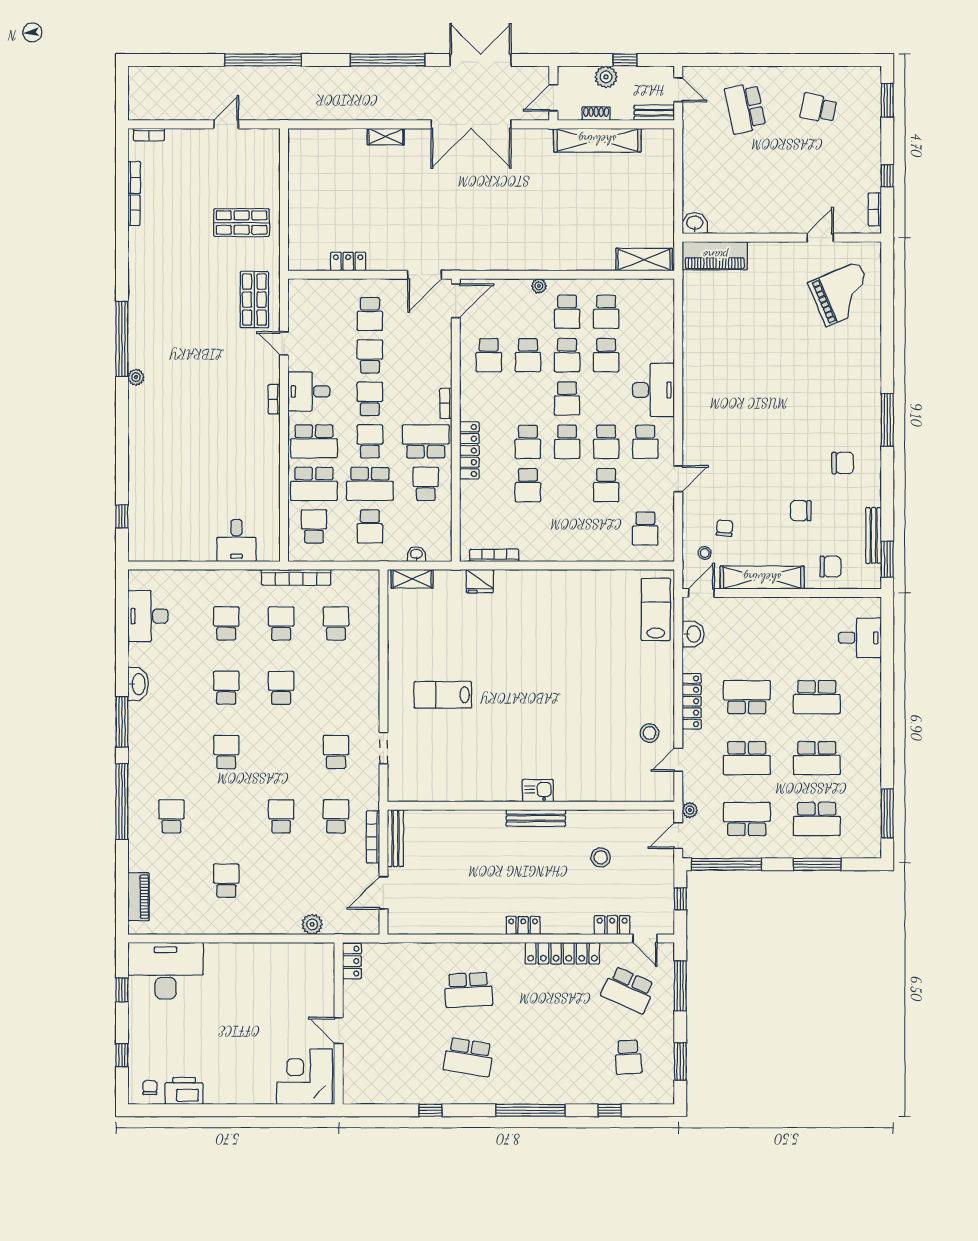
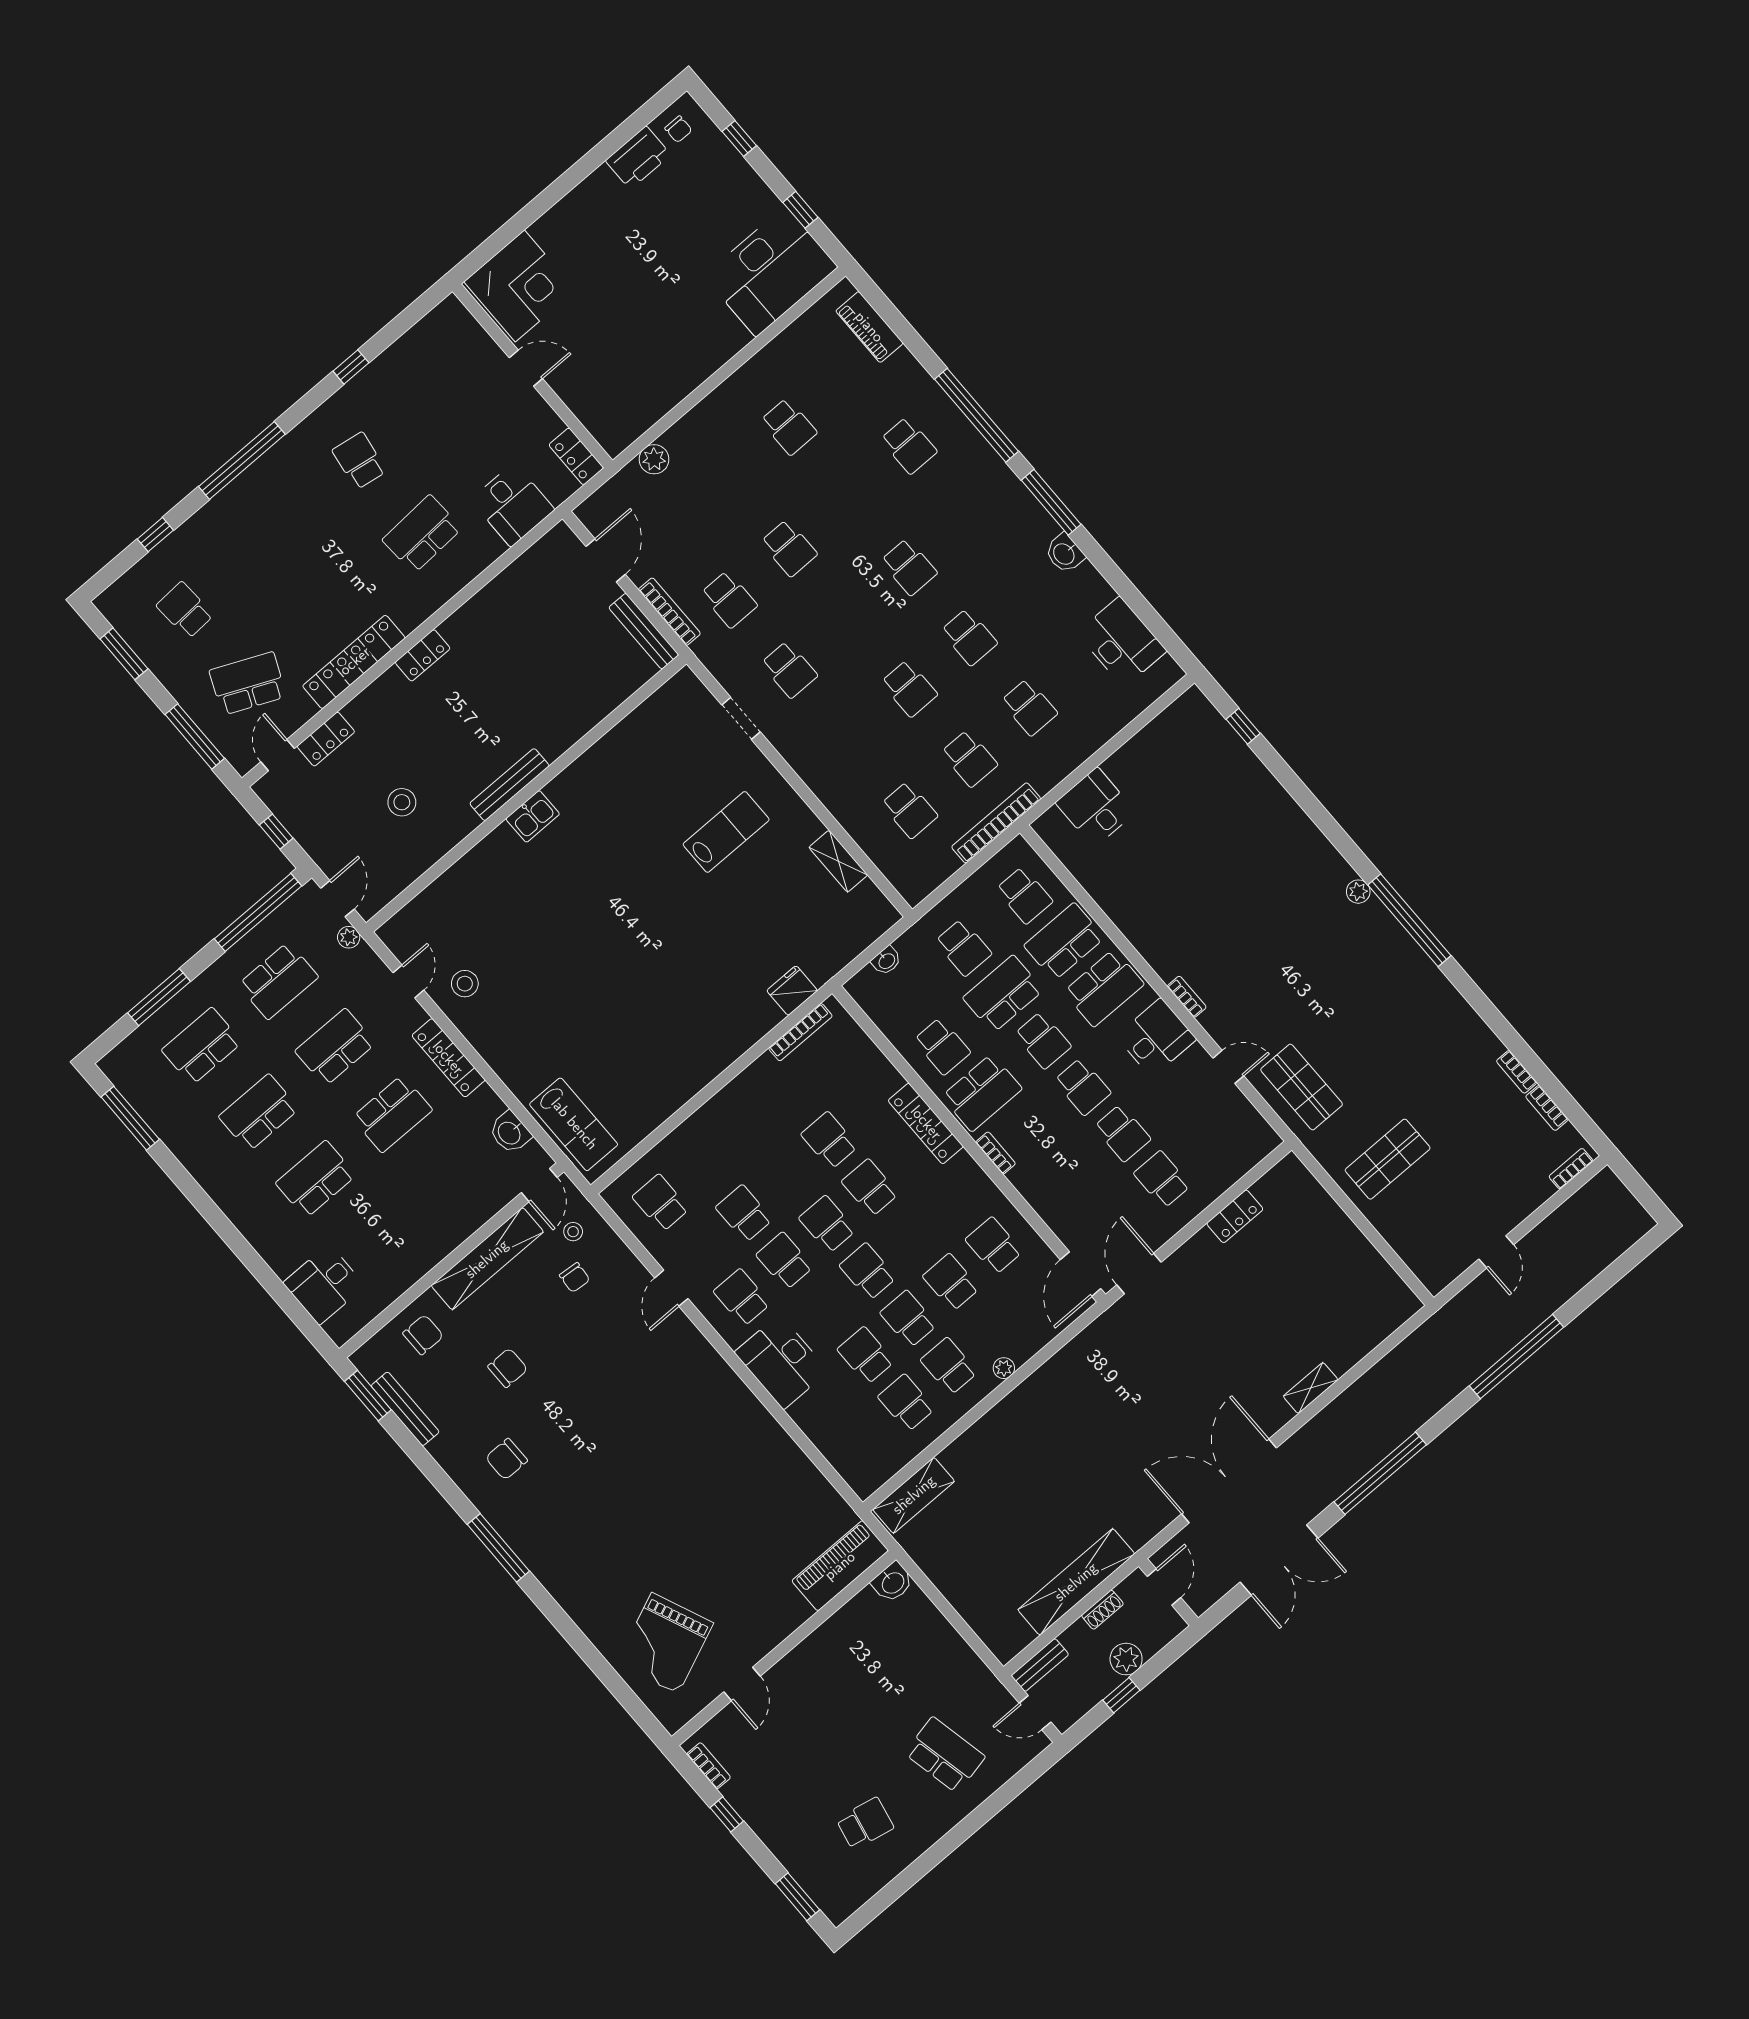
school desk: (314, 441) -> (1104, 988), turned 180
school desk: (370, 526) -> (963, 948), turned 180
chair: (830, 567) -> (423, 1335), turned 180
shelving: (412, 579) -> (838, 861), moved, turned 90
washbasin: (138, 684) -> (1064, 553), width x0.72
door: (645, 938) -> (278, 755), hinge flipped
desk: (408, 964) -> (512, 505), added
school desk: (469, 1057) -> (359, 461), width x0.54

